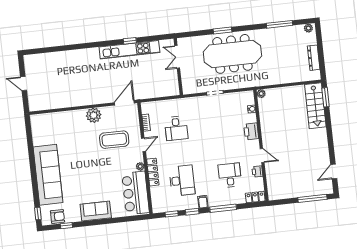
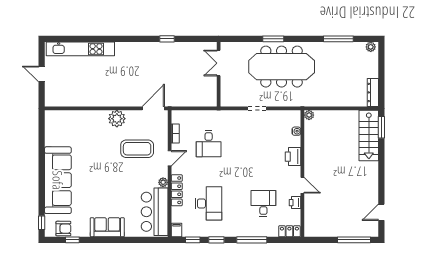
kitchen unit: (129, 50) -> (80, 49), moved
dresser: (314, 58) -> (373, 92), moved
filing cabinet: (203, 202) -> (177, 230), moved

